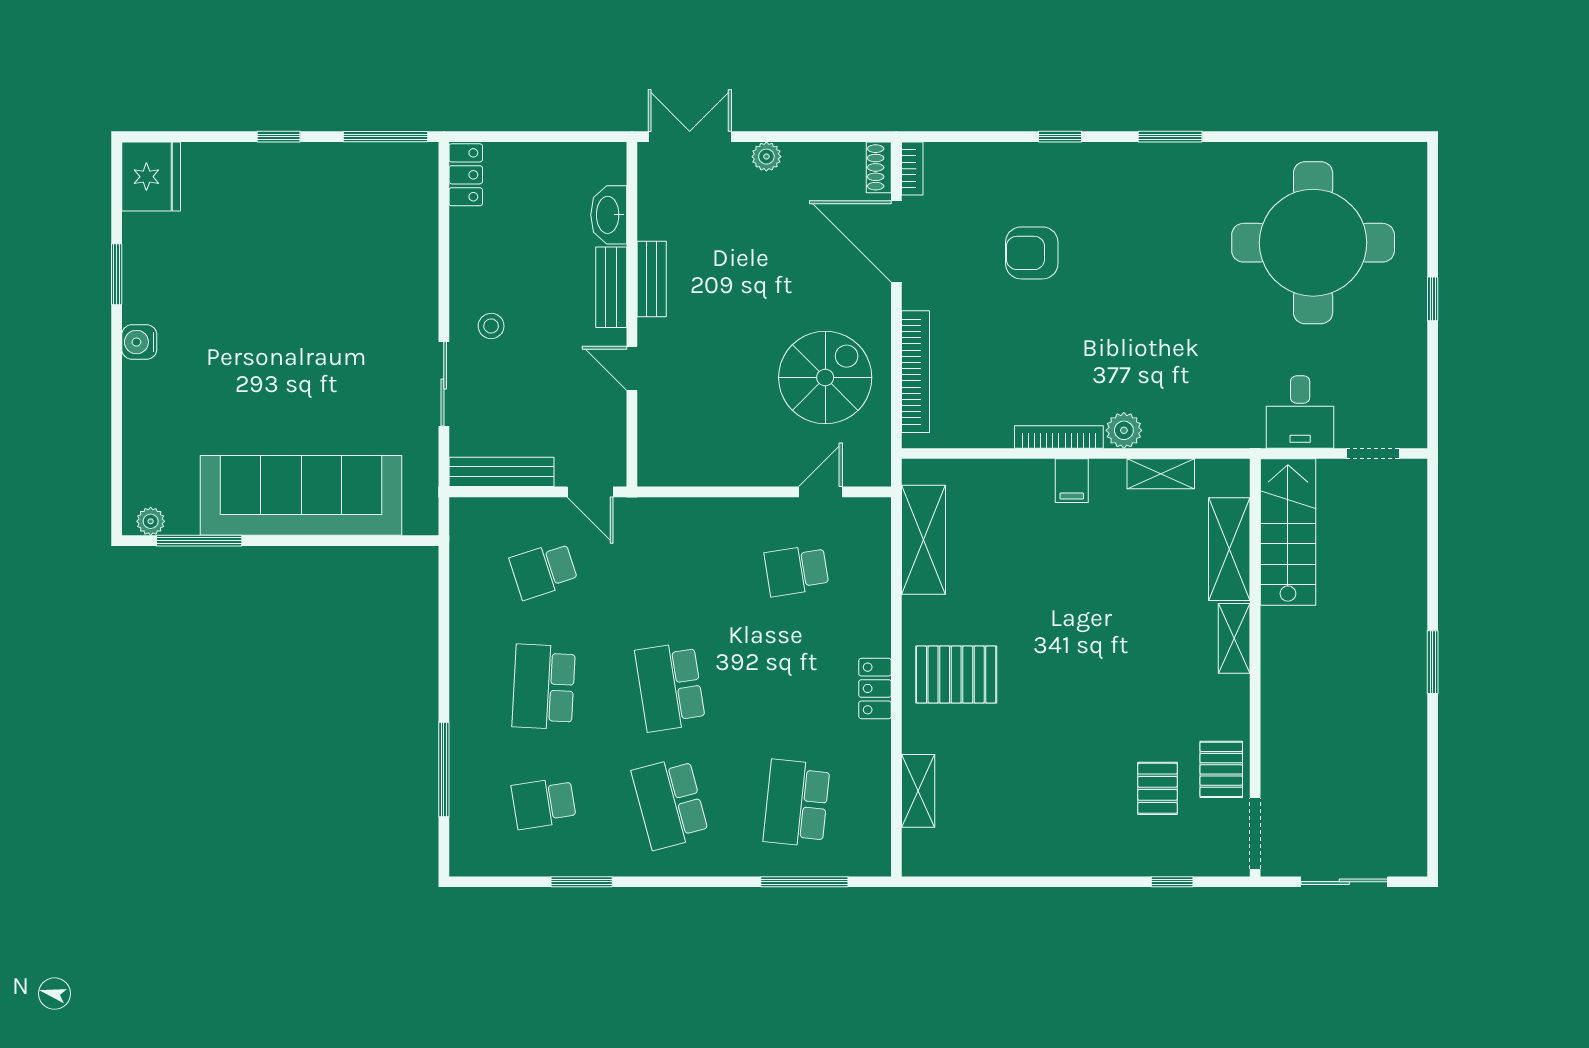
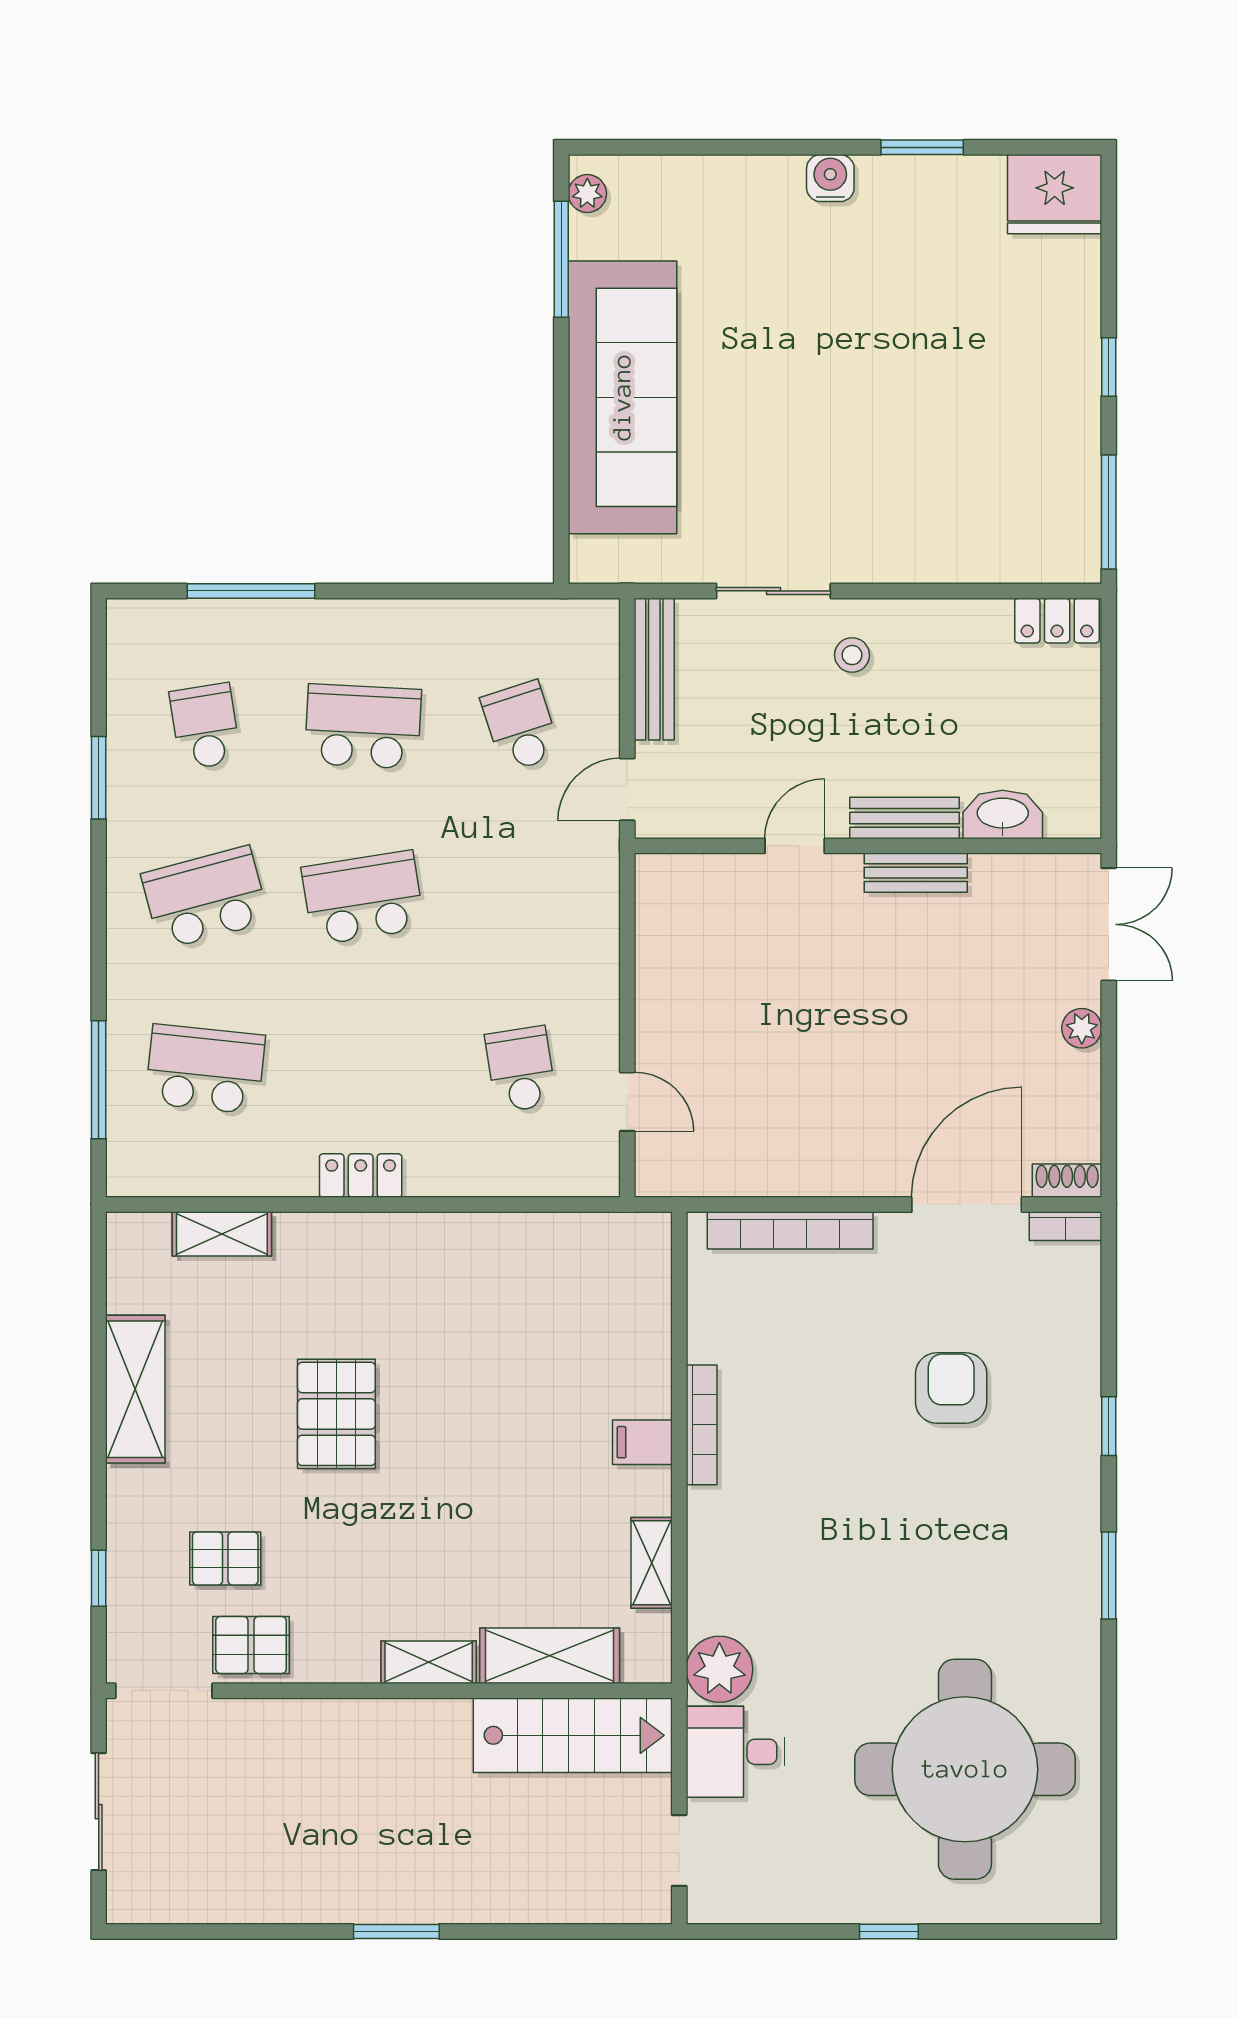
spiral stairs: (825, 377) -> (782, 1108), removed
plant: (1124, 430) -> (719, 1669), moved, width x1.36, depth x1.36
shelving: (924, 540) -> (135, 1389), moved, turned 90
pallet: (956, 675) -> (336, 1414), moved

